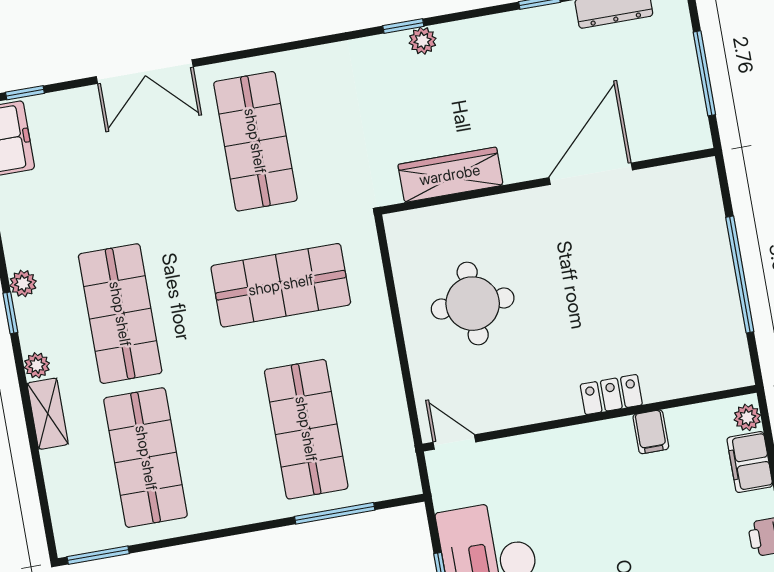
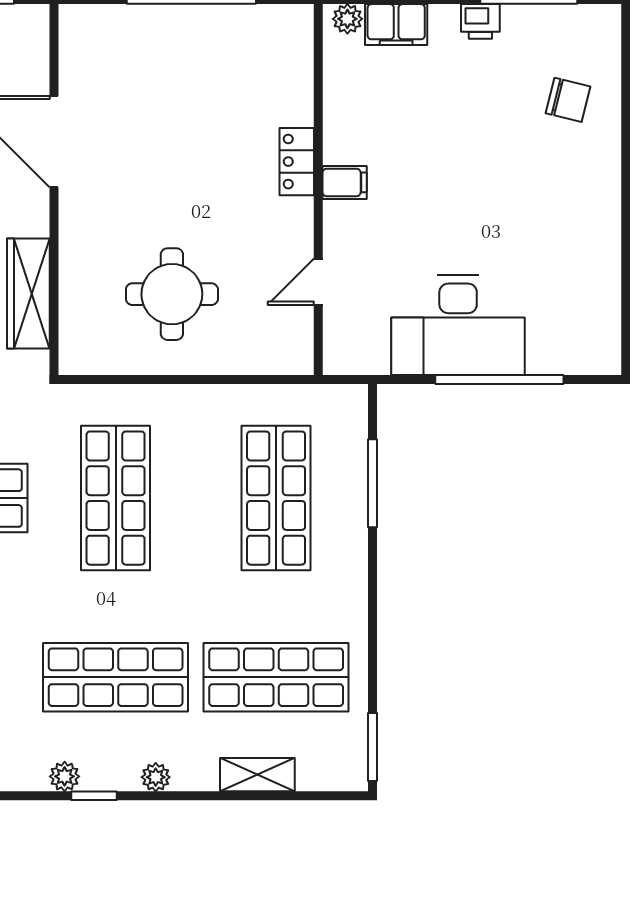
shelving: (48, 414) -> (257, 775), moved
shop shelf: (306, 429) -> (276, 498), turned 90
filing cabinet: (651, 432) -> (345, 182), moved
door: (454, 442) -> (318, 282), moved

